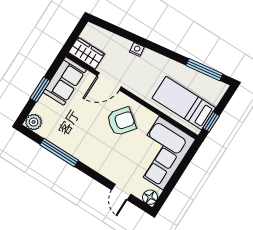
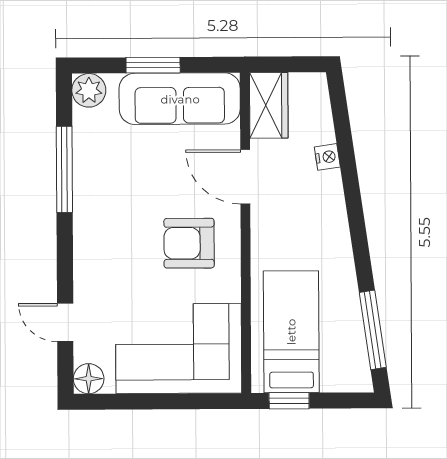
nightstand: (137, 49) -> (327, 157), moved
sofa: (65, 81) -> (180, 99), width x1.36
armchair: (121, 121) -> (189, 243), turned 142
door: (121, 192) -> (65, 322), hinge flipped

